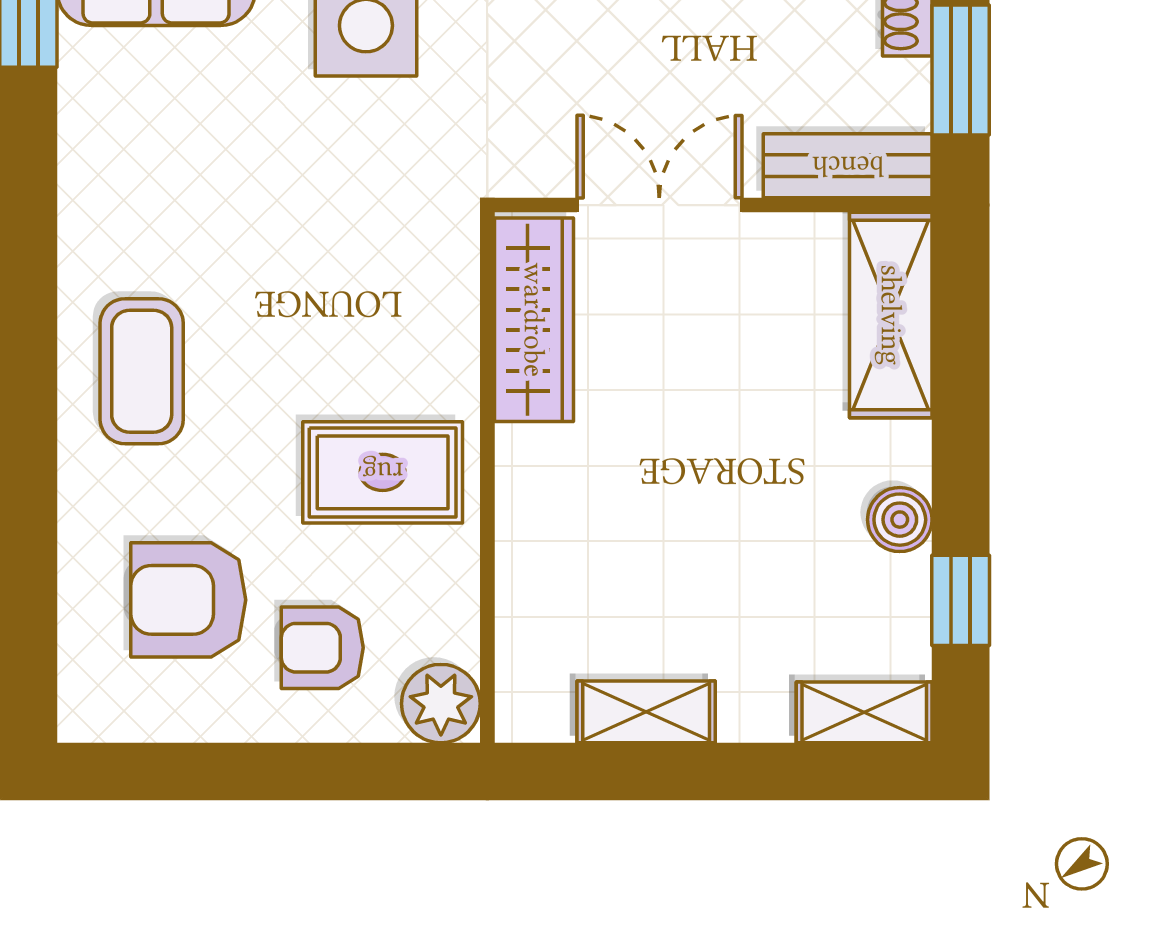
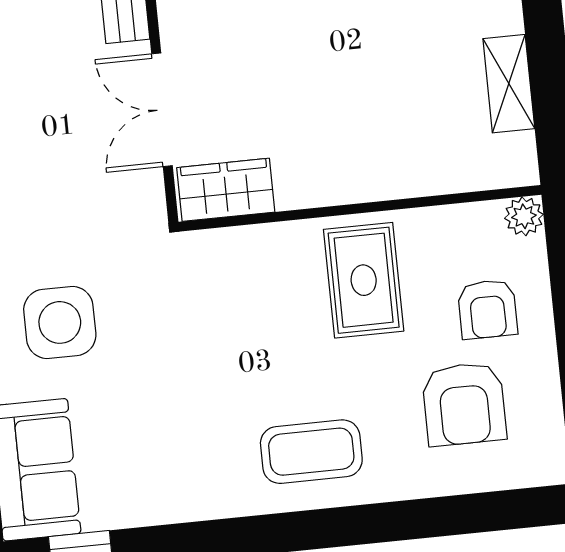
wardrobe: (534, 320) -> (226, 190), width x0.67
plant: (441, 704) -> (524, 216), width x0.73, depth x0.73

